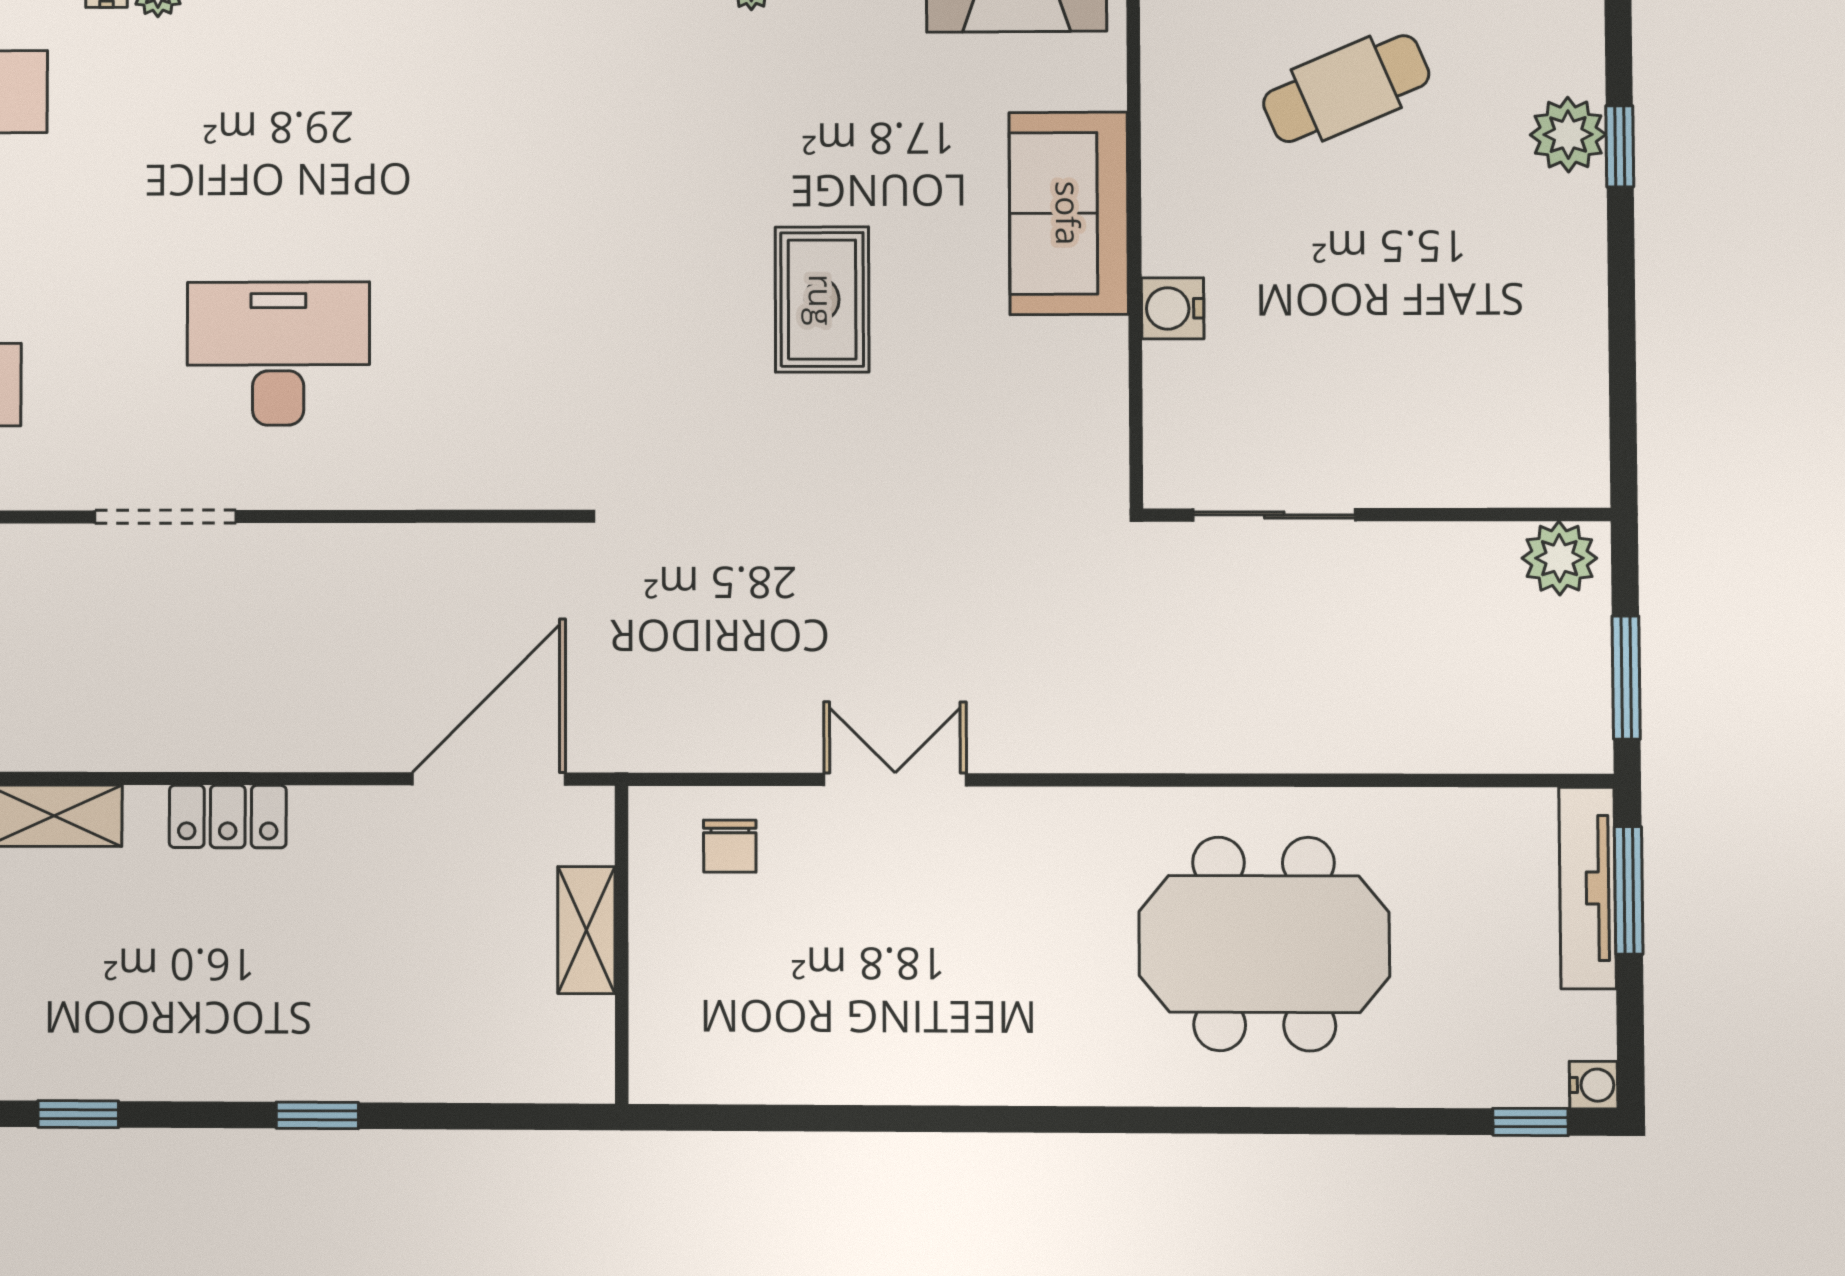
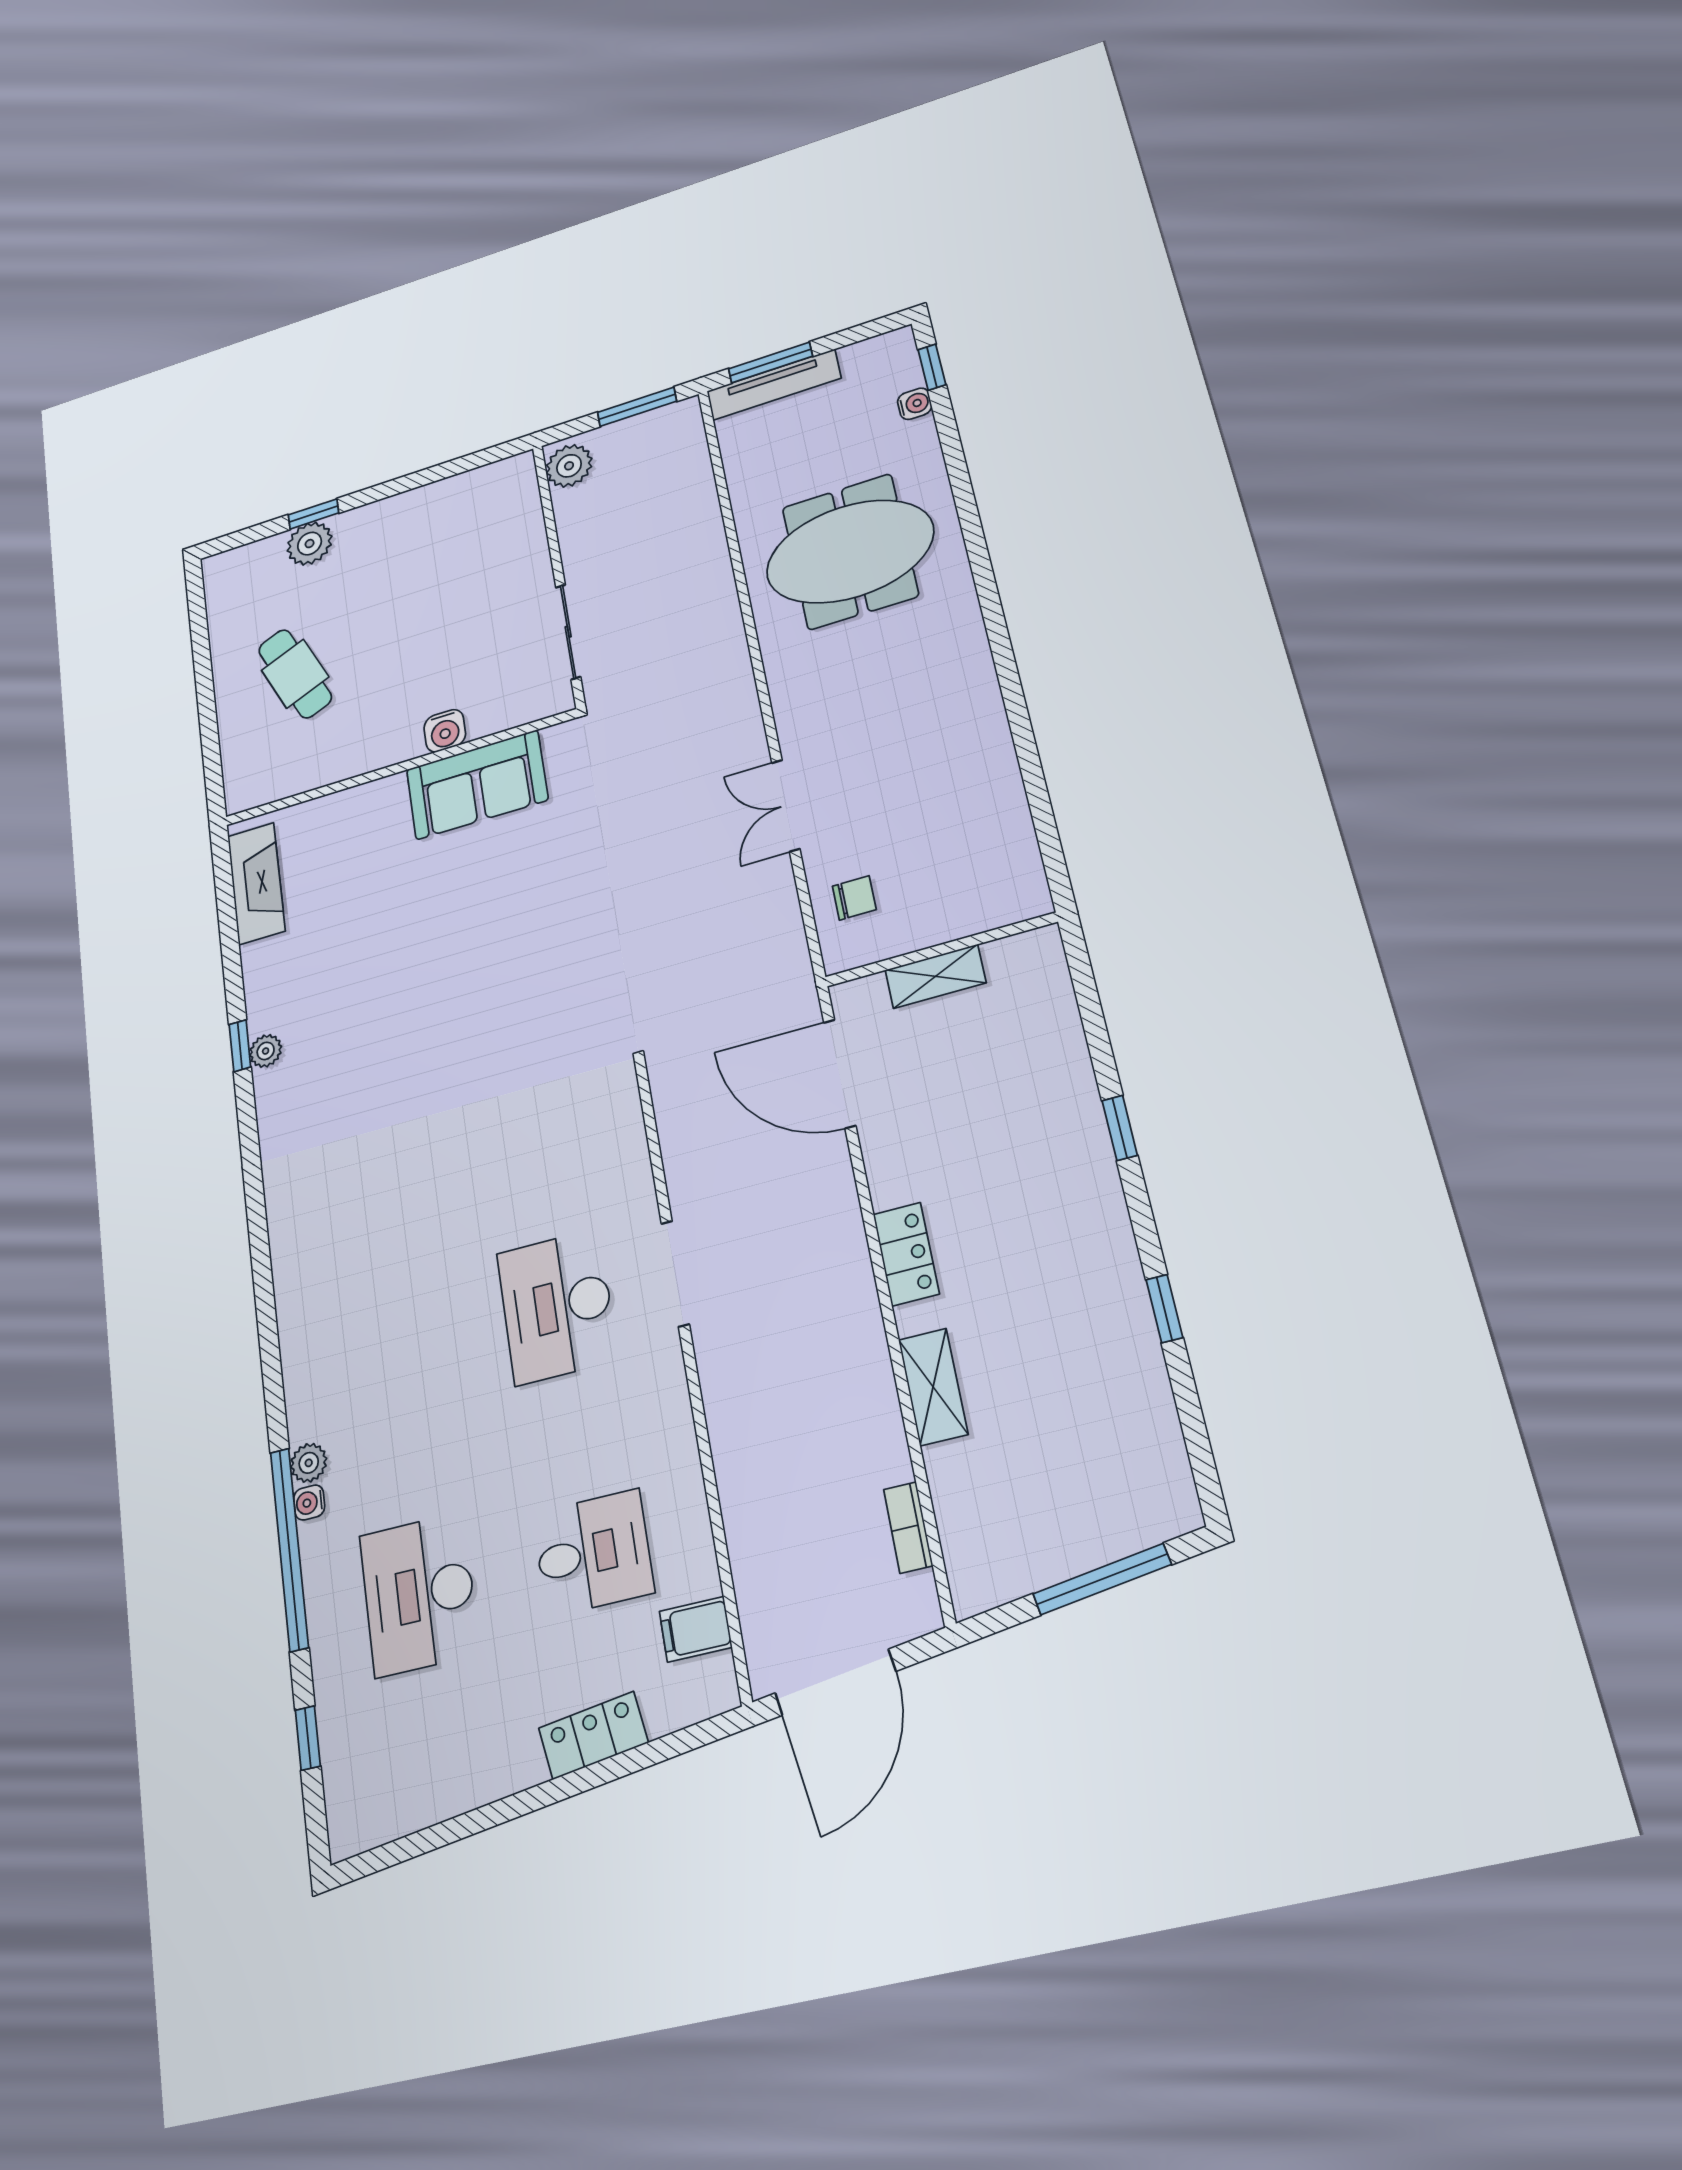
sofa: (1069, 213) -> (477, 785), moved
rug: (822, 300) -> (468, 946), removed
doorway: (165, 517) -> (675, 1274), moved
meeting table: (1264, 944) -> (850, 551), turned 90
water cooler: (1594, 1085) -> (915, 404), moved, turned 90

